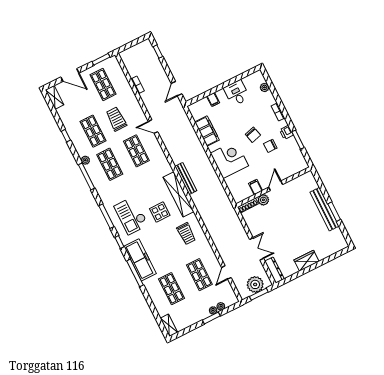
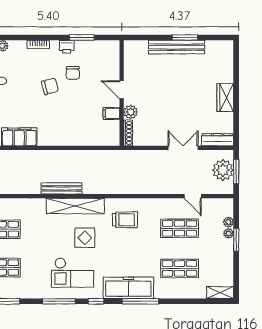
corner desk: (229, 159) -> (65, 127), removed

